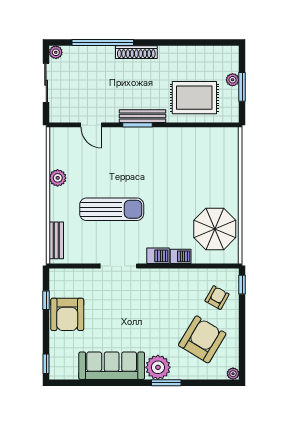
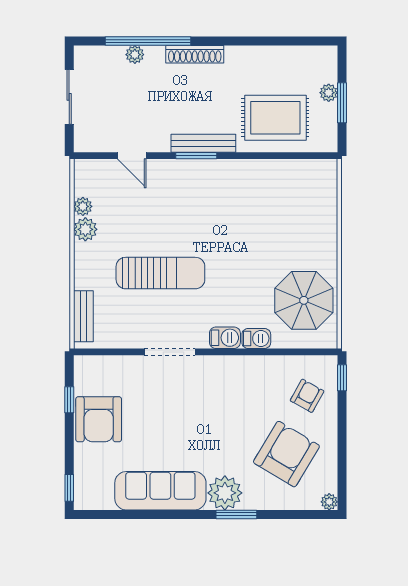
plant: (56, 52) -> (135, 55), moved
plant: (56, 161) -> (83, 206), added

